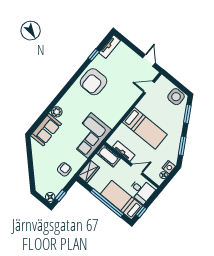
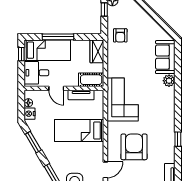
window: (94, 55) -> (178, 139), moved
armchair: (93, 82) -> (134, 147), moved
corner sofa: (90, 135) -> (123, 100), moved
door: (137, 169) -> (56, 88), hinge flipped
window: (107, 203) -> (58, 37), width x0.68

